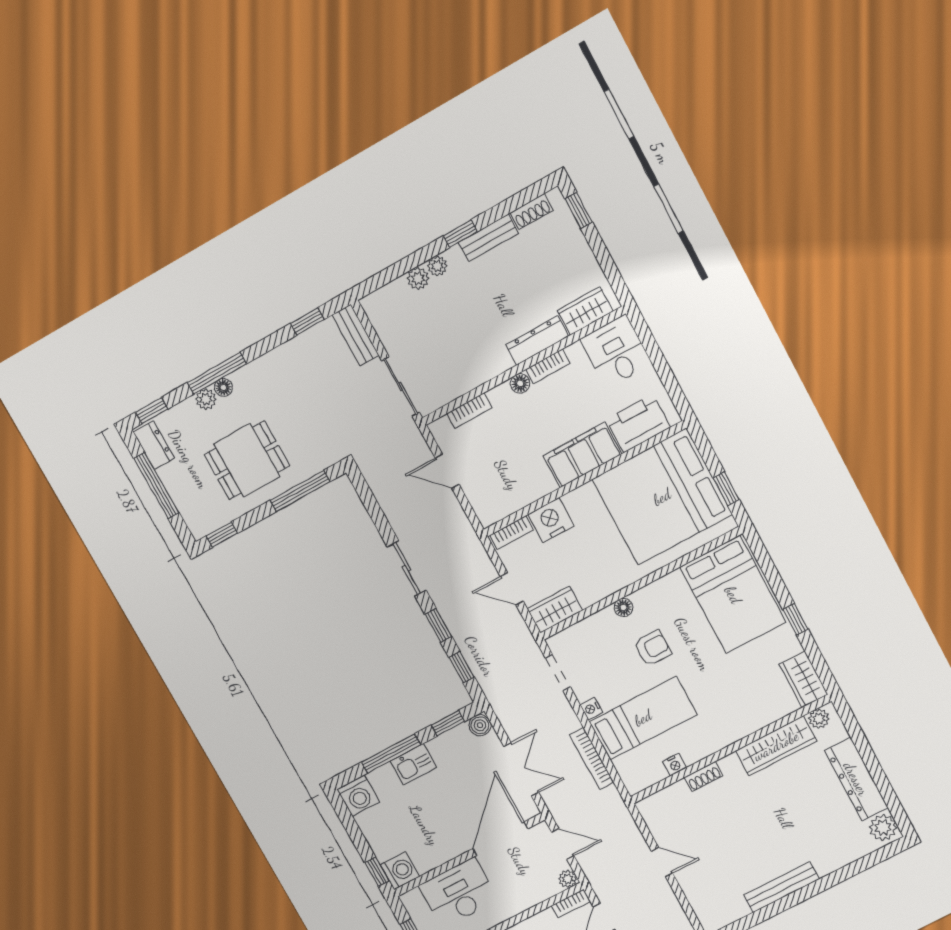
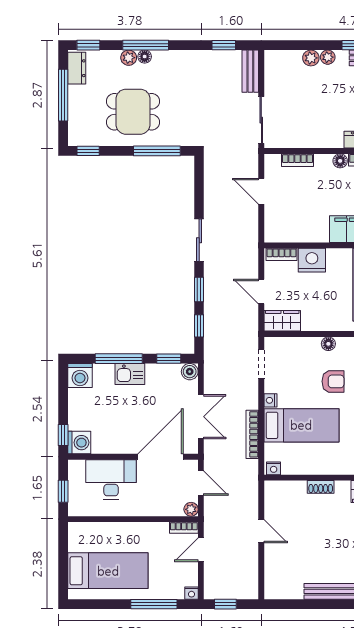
nightstand: (675, 765) -> (274, 468), moved

